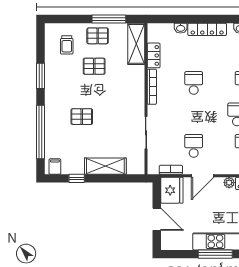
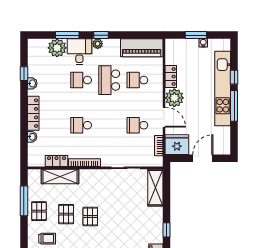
shelving: (136, 44) -> (60, 176), moved
pallet: (82, 117) -> (90, 216), moved
shelving: (105, 166) -> (155, 188), moved
plant: (229, 183) -> (174, 98), width x1.88, depth x1.88

